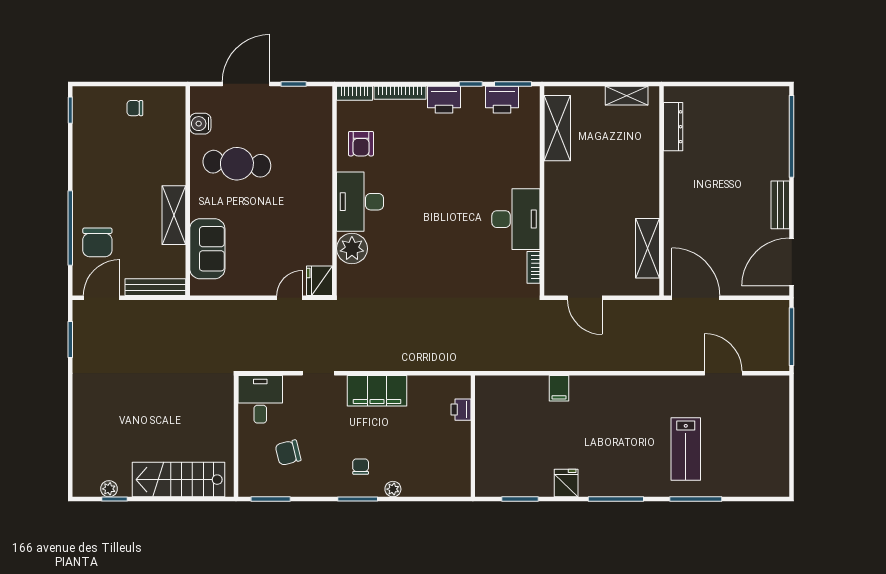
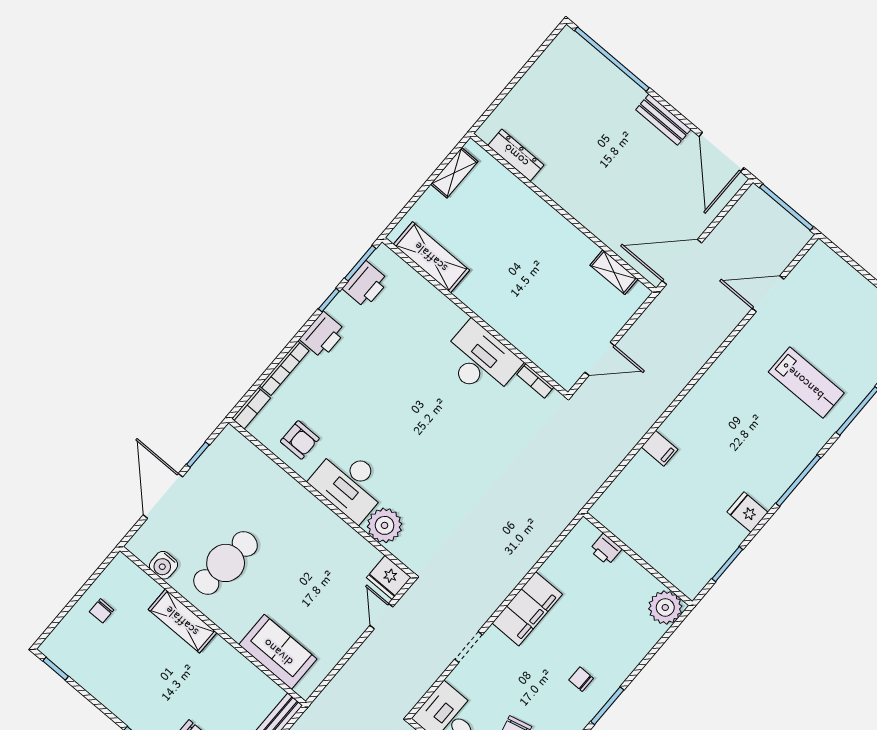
shelving: (174, 215) -> (182, 621), moved
shelving: (648, 248) -> (614, 272), width x0.67, depth x0.75
plant: (393, 489) -> (665, 607), moved, width x1.88, depth x1.88

